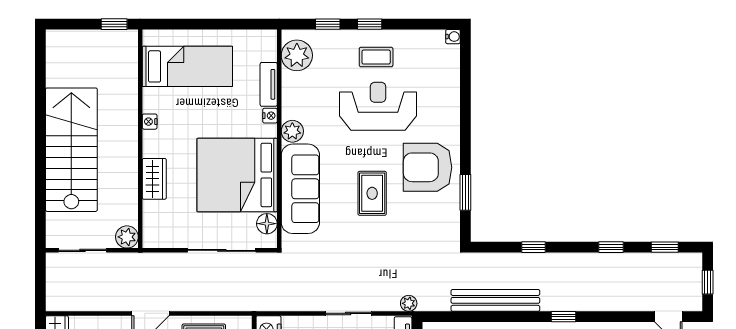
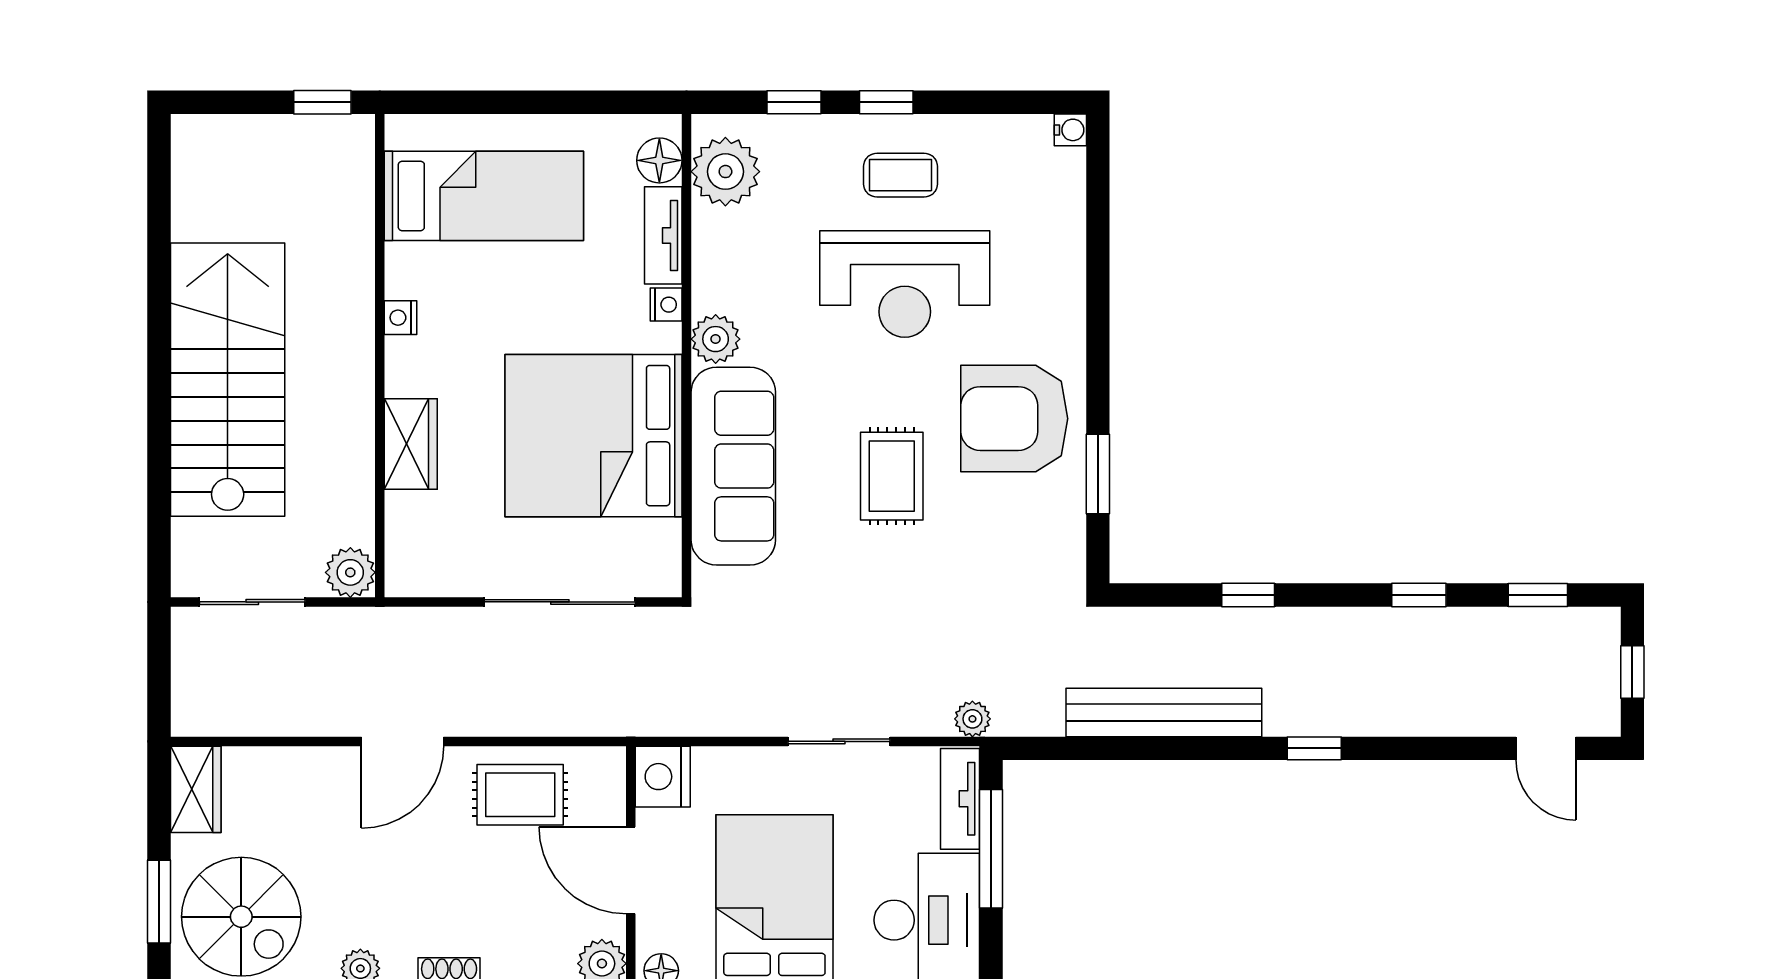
reception desk: (378, 106) -> (905, 284), turned 180
floor lamp: (267, 224) -> (659, 160), moved

